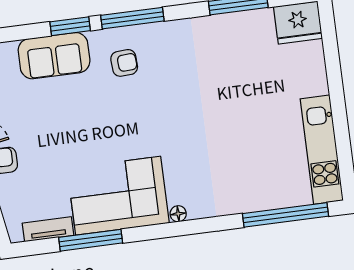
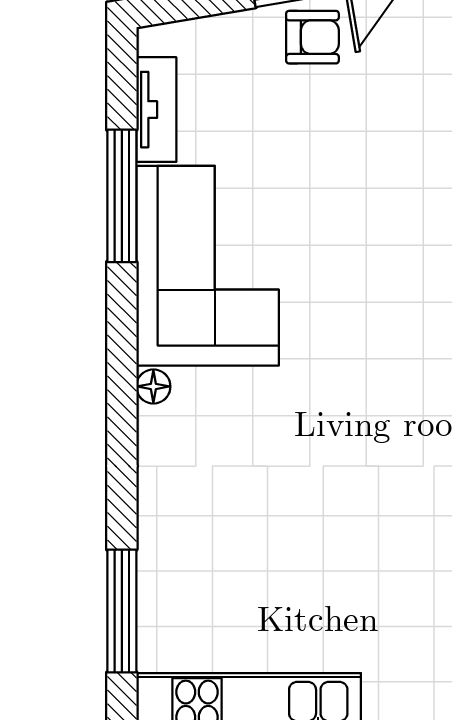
window: (286, 215) -> (122, 611), width x0.68

